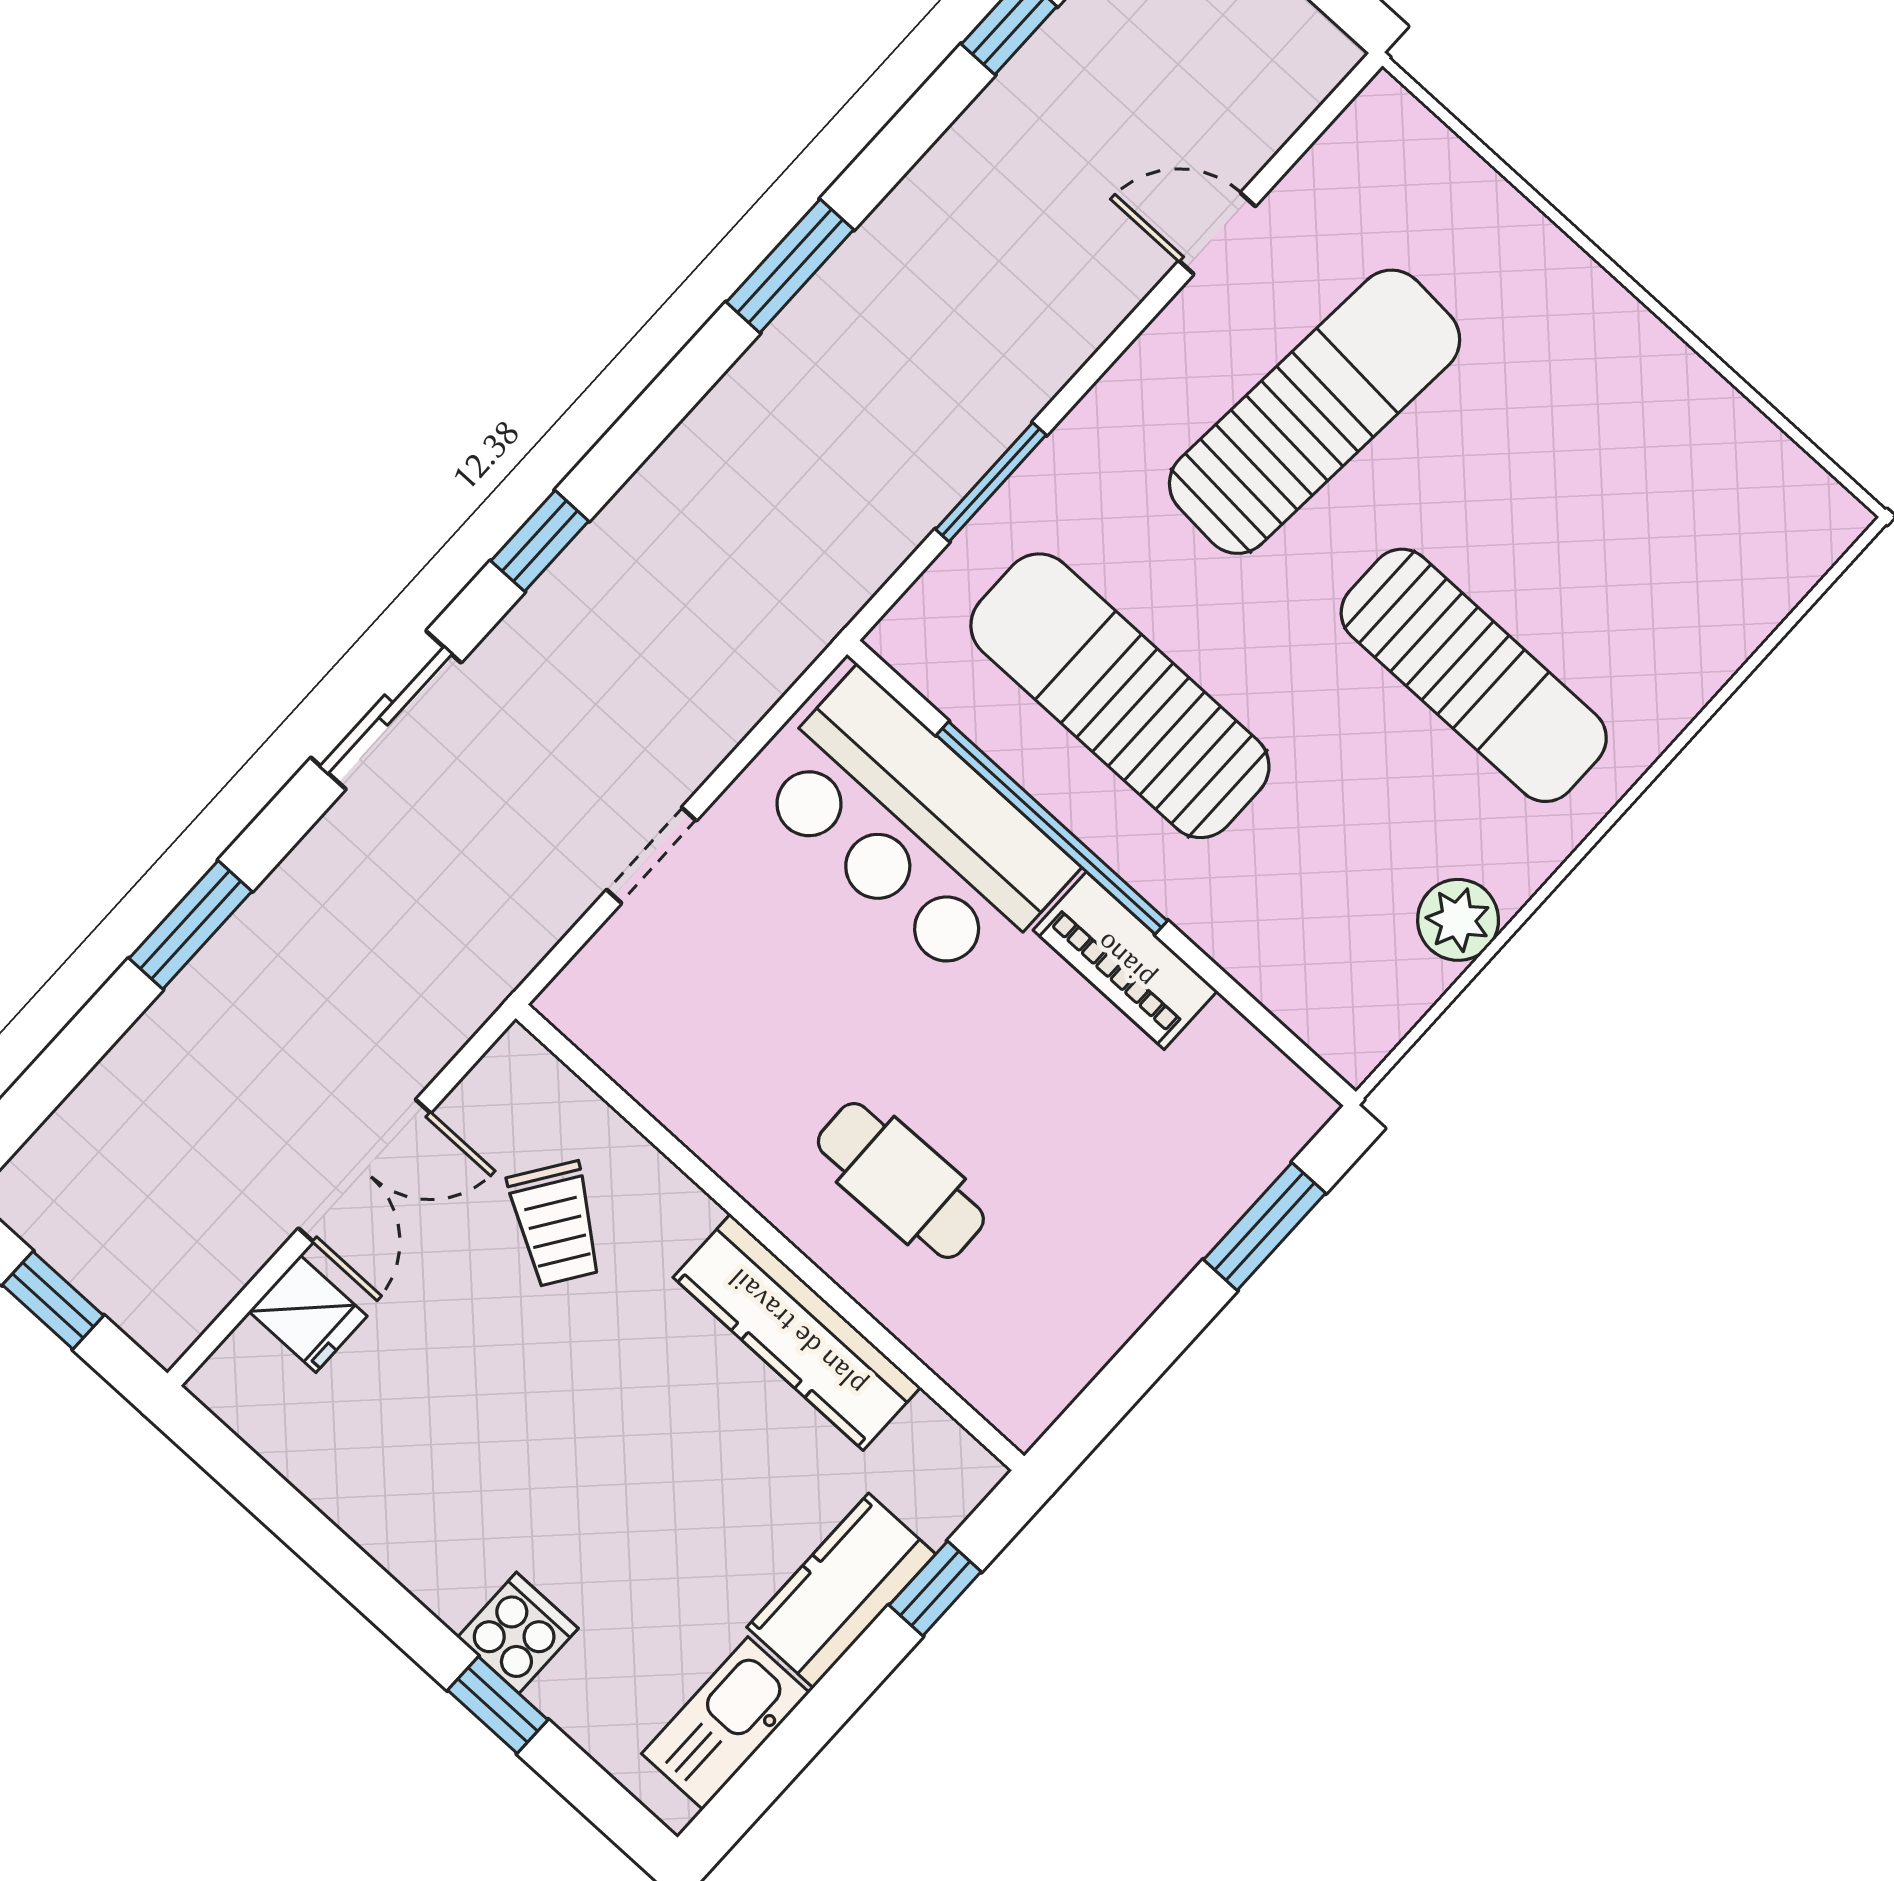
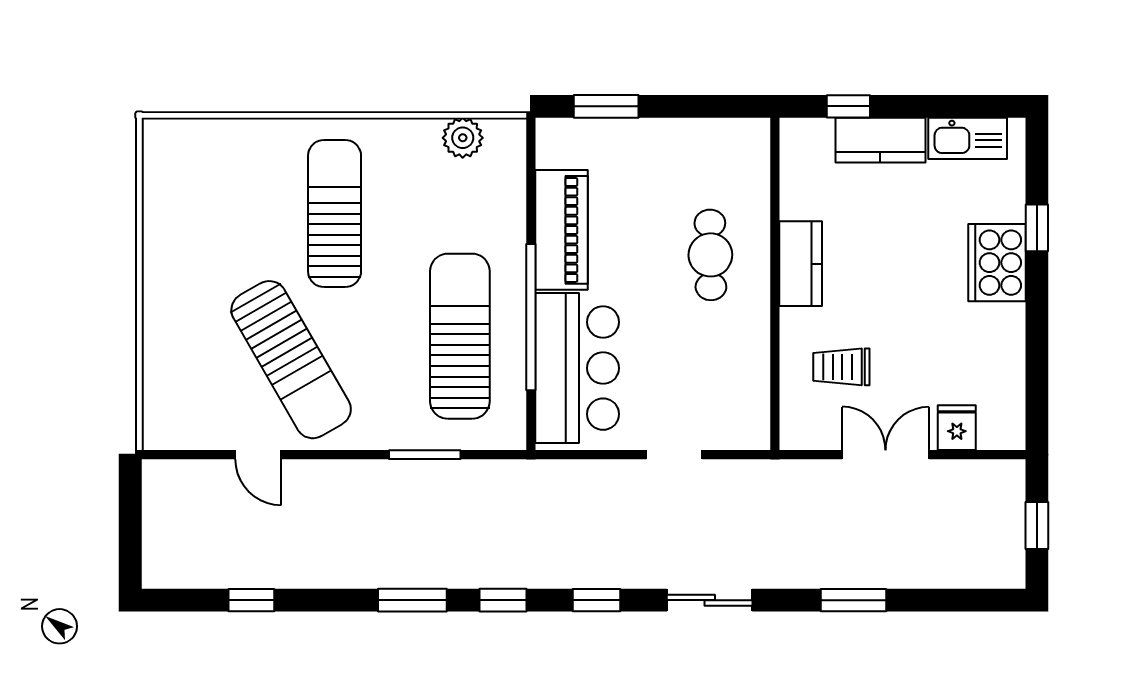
window: (667, 401) -> (503, 600), added
sun lounger: (1315, 412) -> (291, 360), turned -124
sun lounger: (1120, 696) -> (460, 336), turned 180
plant: (1458, 920) -> (463, 138), moved
piano: (1125, 961) -> (562, 230), width x1.37, depth x1.33
trolley: (555, 1224) -> (841, 367), turned -124
kitchen counter: (797, 1332) -> (801, 264), width x0.67
cooker: (518, 1633) -> (997, 263), width x1.87, depth x1.31

